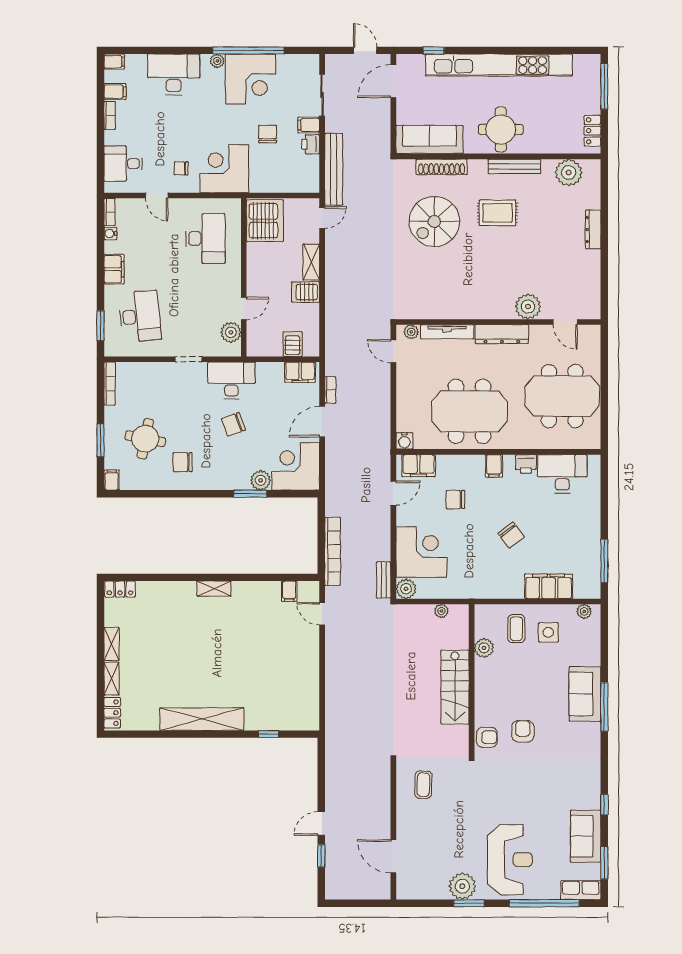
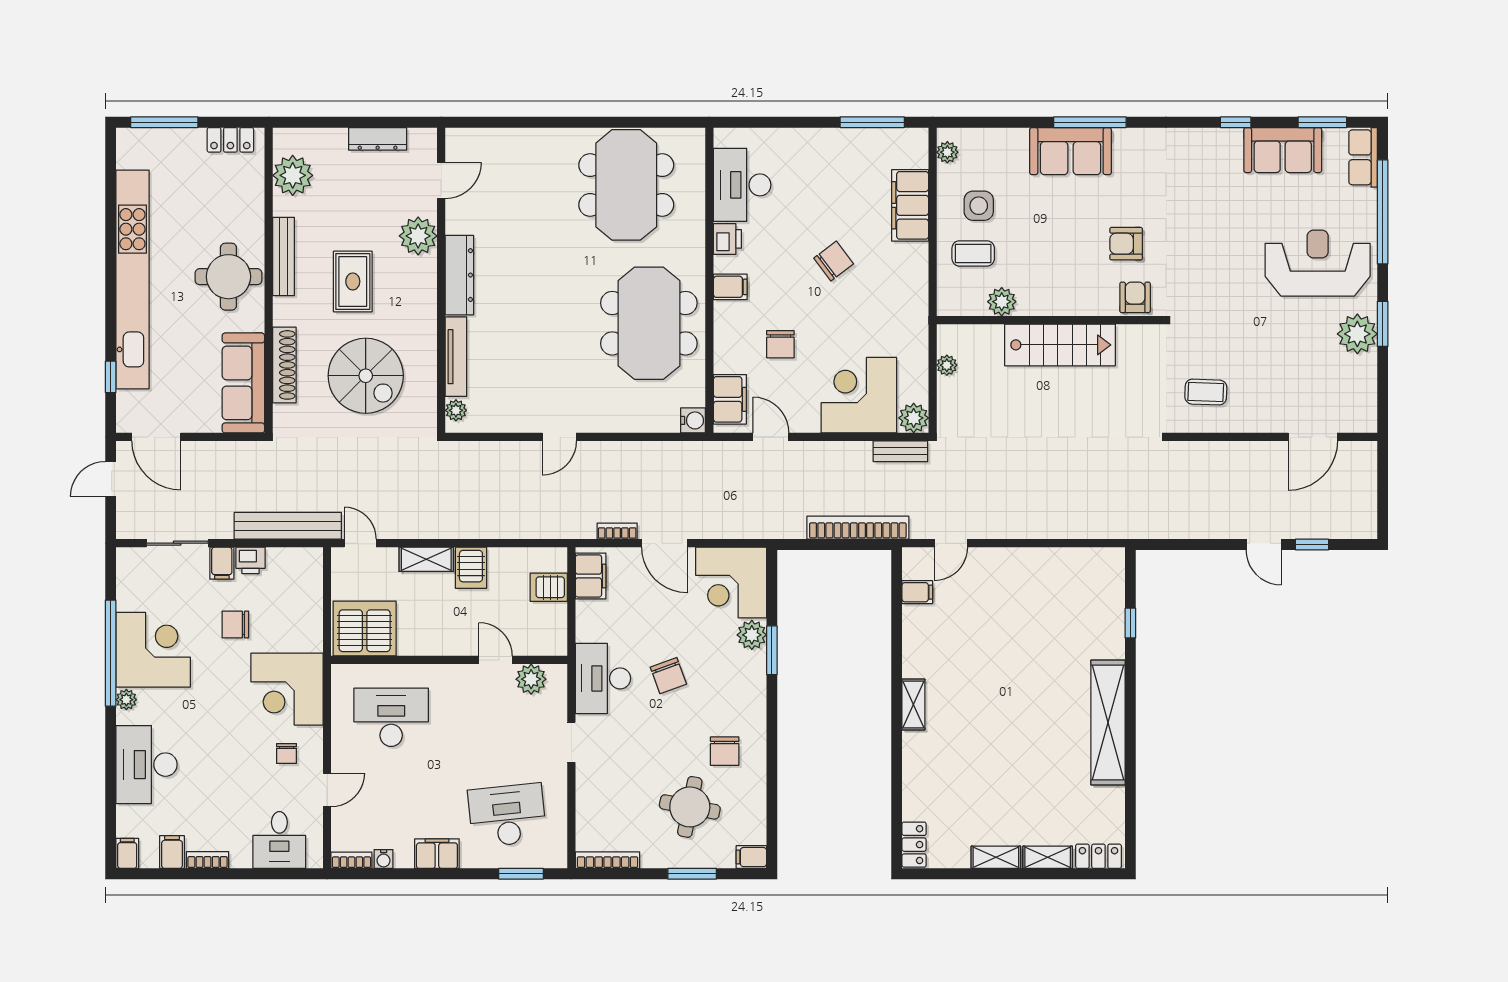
plant: (528, 306) -> (418, 236), moved
wall: (498, 322) -> (441, 280), moved
door: (565, 322) -> (441, 180), moved
plant: (411, 332) -> (456, 410), moved
tv unit: (447, 332) -> (456, 357), moved
dresser: (502, 334) -> (459, 275), moved

